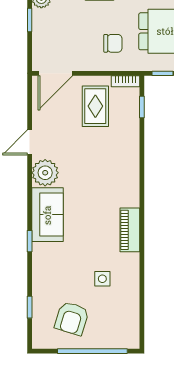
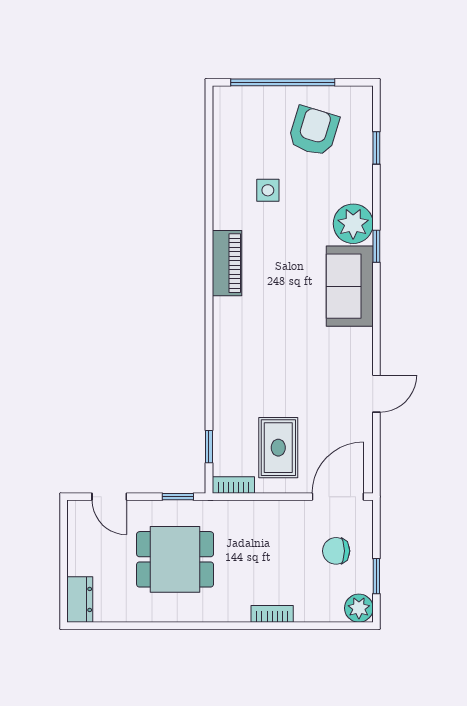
chair: (113, 43) -> (336, 551), moved
plant: (45, 173) -> (353, 224), moved

